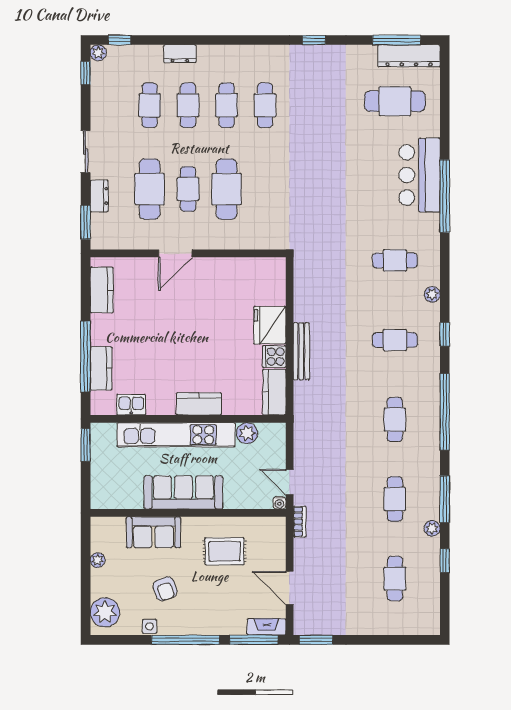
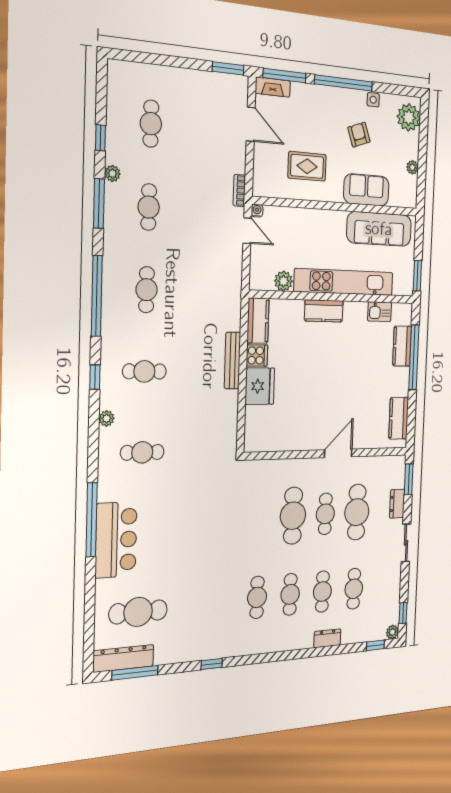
sofa: (183, 492) -> (379, 229), moved

